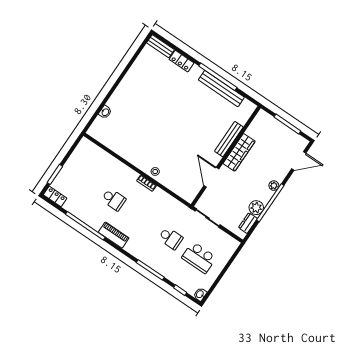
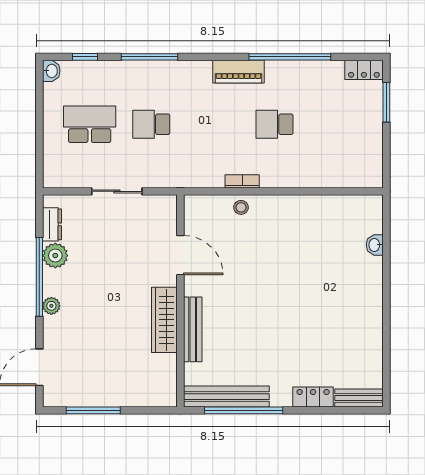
bench: (229, 139) -> (193, 329), moved
wardrobe: (239, 152) -> (164, 320), moved
wall: (226, 156) -> (180, 301), moved
door: (211, 177) -> (180, 255), moved

